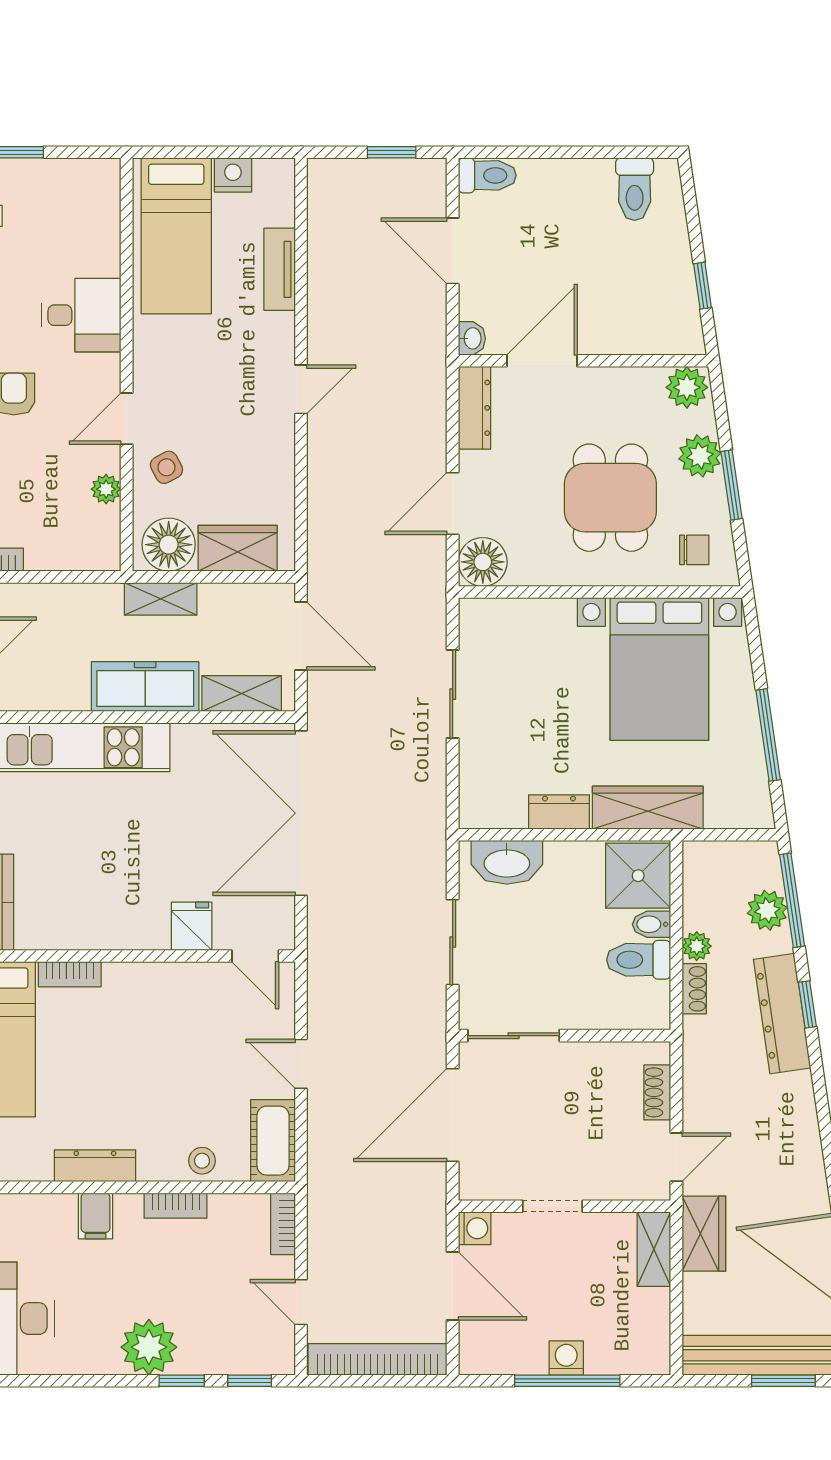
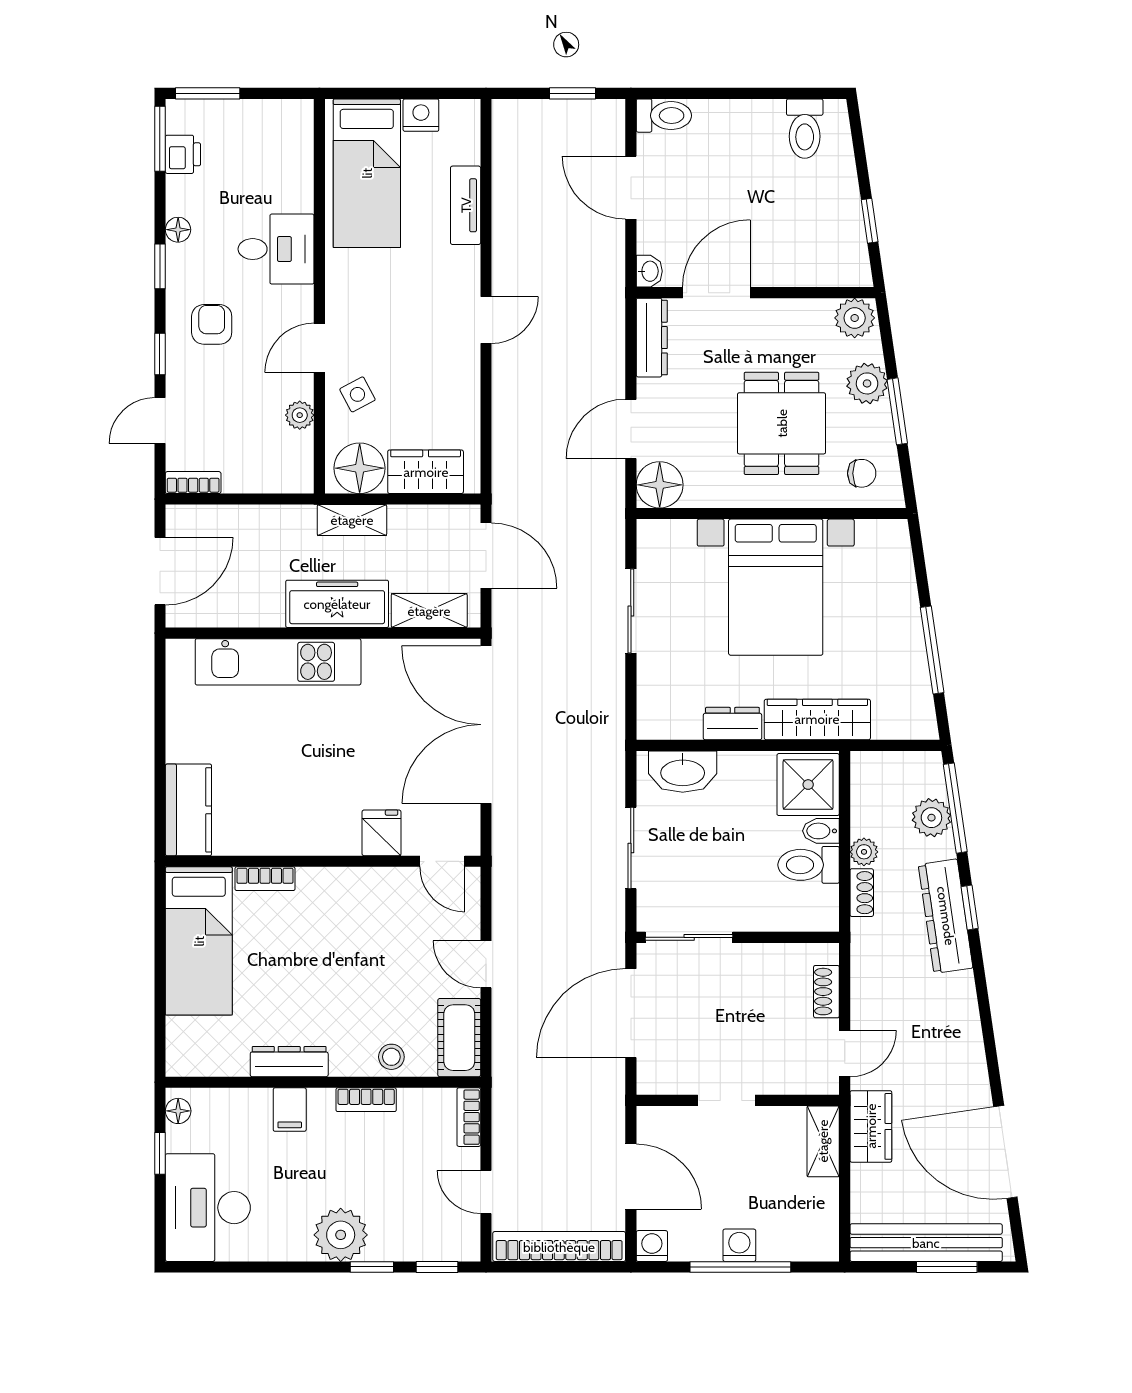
bed with nightstands: (659, 669) -> (776, 587), moved
washing machine: (475, 1228) -> (652, 1246), moved, turned -90

